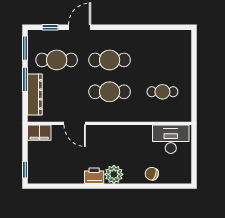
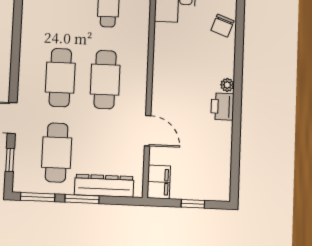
door: (75, 123) -> (148, 131), hinge flipped
window: (25, 170) -> (193, 204), moved
plant: (114, 174) -> (227, 85), width x0.53, depth x0.53

